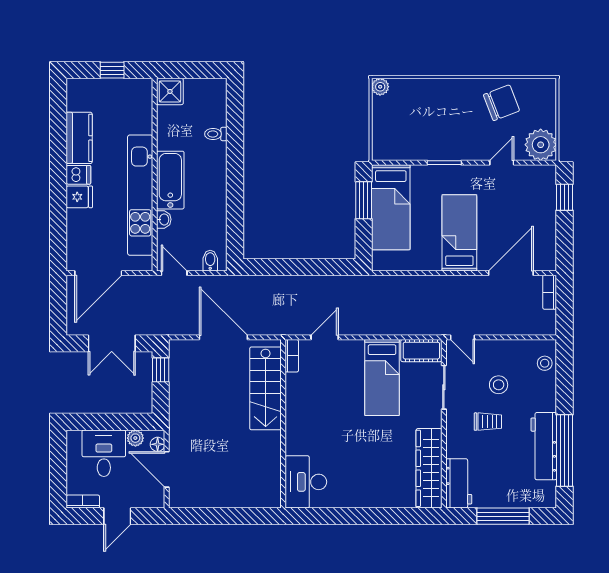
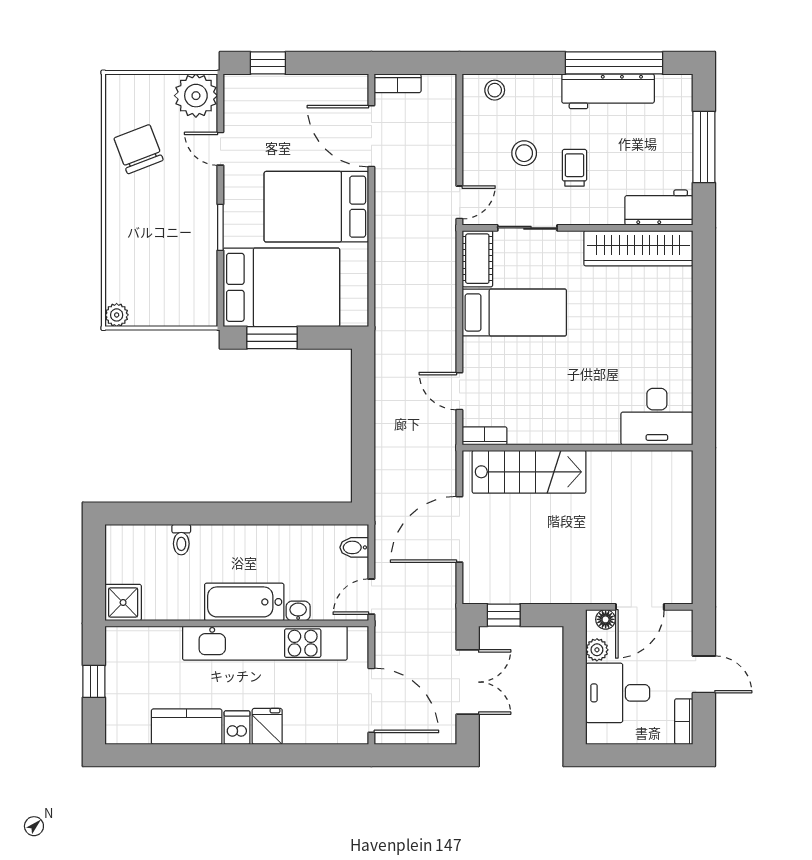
bed: (391, 207) -> (281, 287), width x1.50
bed: (459, 233) -> (316, 207), width x1.50

